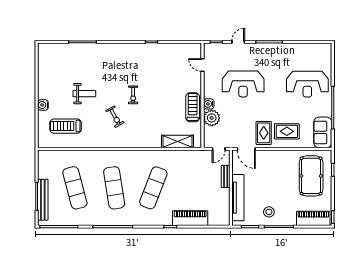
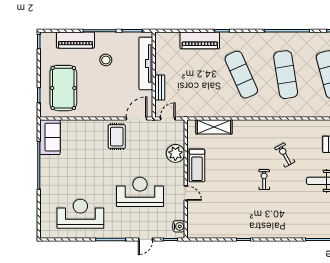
door: (203, 65) -> (186, 193), moved
reception desk: (307, 84) -> (80, 214), moved
water cooler: (209, 104) -> (179, 226), moved
rug: (287, 131) -> (91, 138), removed
door: (246, 149) -> (136, 118), hinge flipped
exercise mat: (153, 188) -> (241, 75), turned -45
stool: (269, 212) -> (106, 60), moved
piano: (313, 218) -> (75, 40), moved

